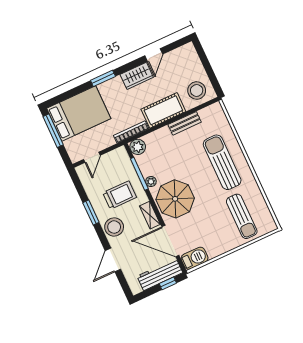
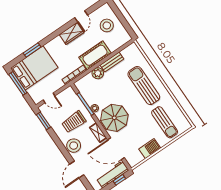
window: (103, 78) -> (32, 50), moved
stool: (197, 91) -> (107, 25), moved
plant: (138, 147) -> (98, 73), moved
door: (92, 157) -> (49, 98), hinge flipped
trolley: (120, 195) -> (74, 122), turned 180
window: (91, 213) -> (43, 121), moved
barbecue: (195, 258) -> (150, 149), moved

